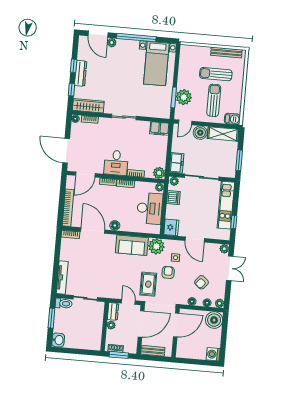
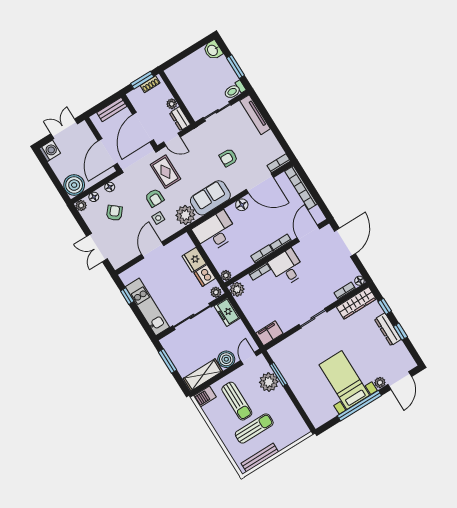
door: (98, 34) -> (400, 381), swing flipped
bed with nightstands: (156, 64) -> (344, 380), moved
door: (66, 151) -> (345, 242), hinge flipped
desk: (150, 208) -> (215, 232), moved, turned 90
fridge: (171, 227) -> (194, 260), moved
door: (195, 239) -> (153, 250), hinge flipped
plant: (224, 249) -> (117, 263), removed
armchair: (100, 263) -> (229, 158), added
double door: (193, 361) -> (64, 129), added

